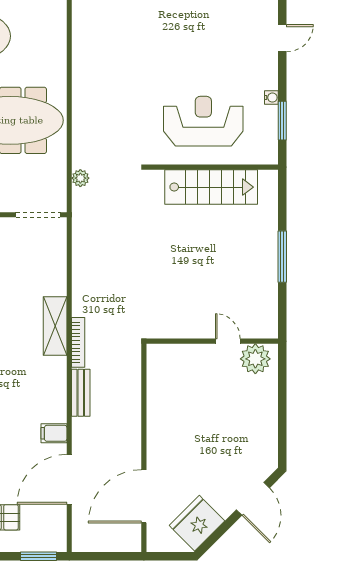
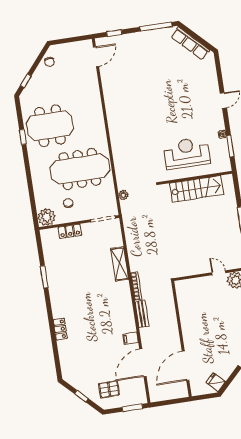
shelving: (55, 326) -> (120, 264), moved
fridge: (197, 523) -> (216, 382), width x0.53, depth x0.75

